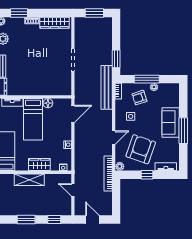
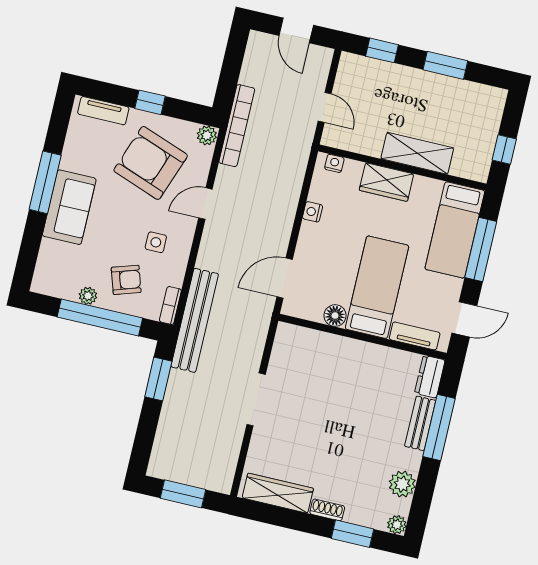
window: (147, 79) -> (100, 317), width x1.46
armchair: (141, 149) -> (151, 163), turned 91

